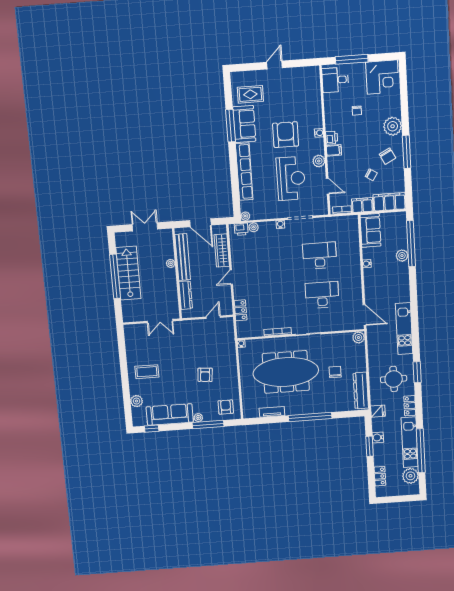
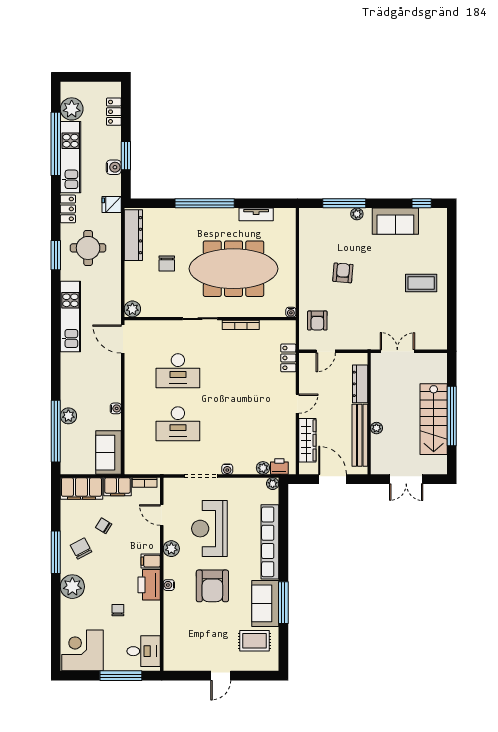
printer: (332, 138) -> (149, 585), width x1.87, depth x1.48
plant: (137, 401) -> (439, 243), removed
armchair: (226, 407) -> (317, 321), moved
sofa: (170, 415) -> (395, 221), width x0.73

